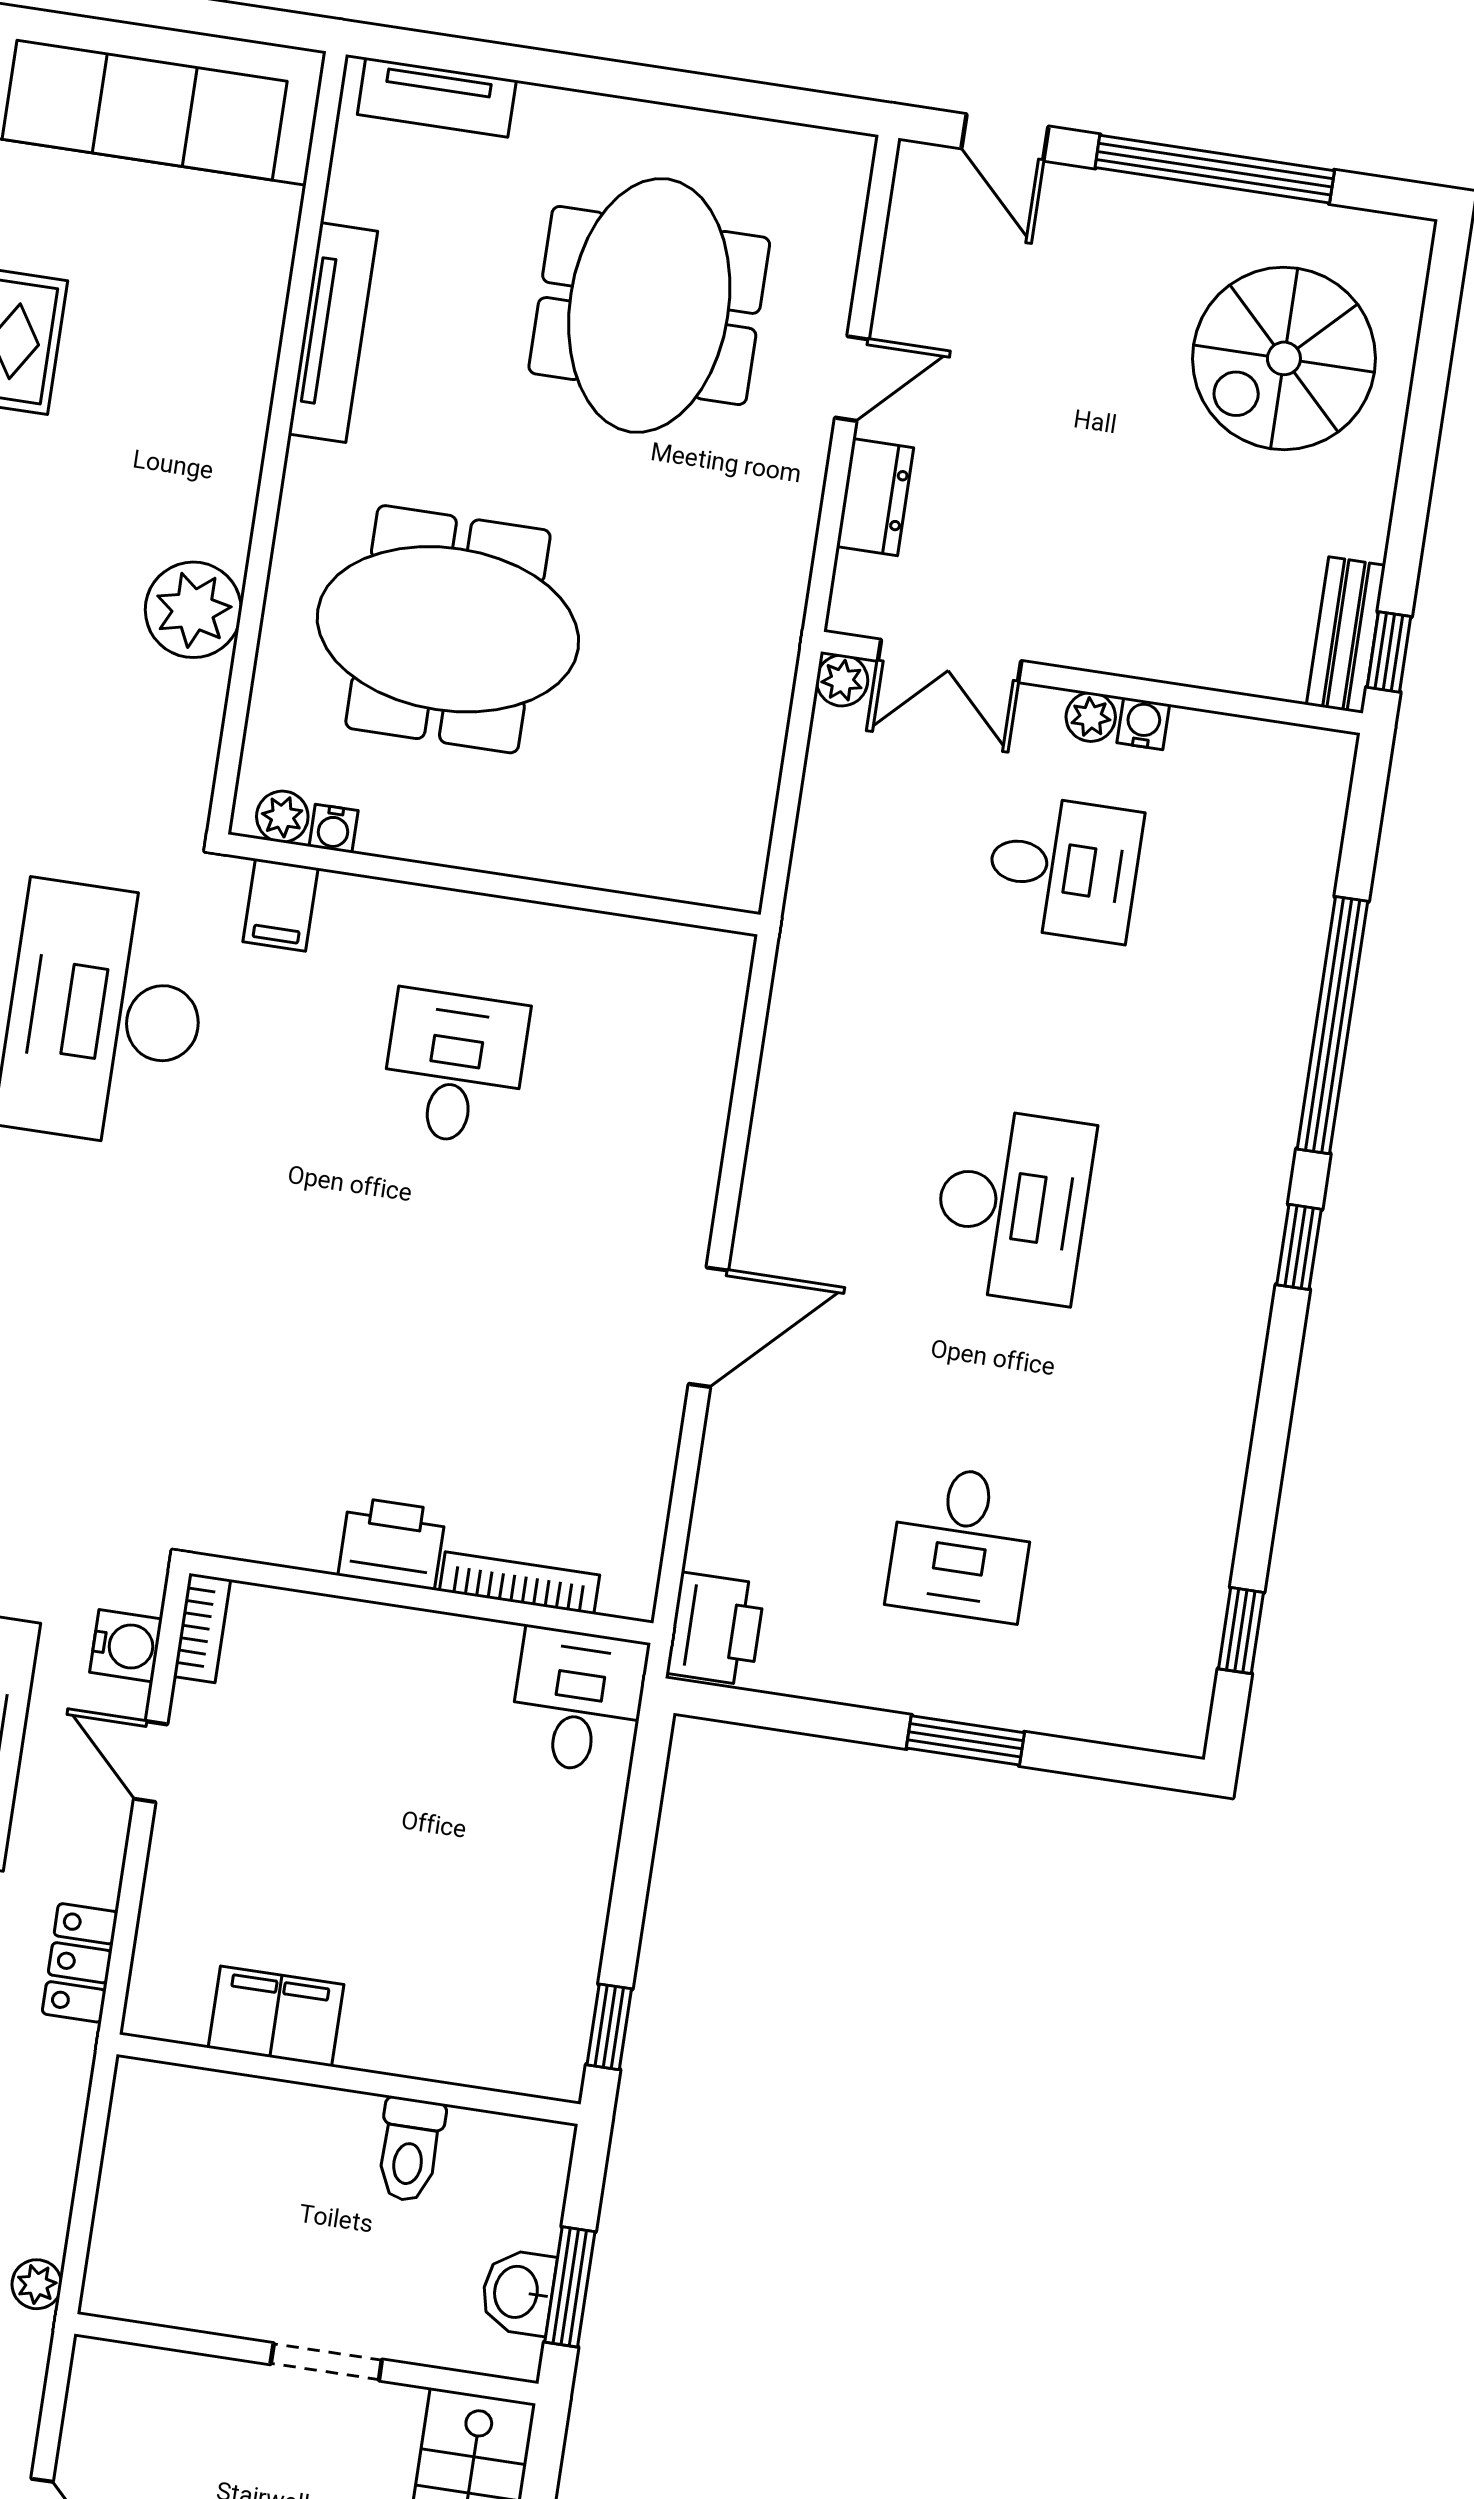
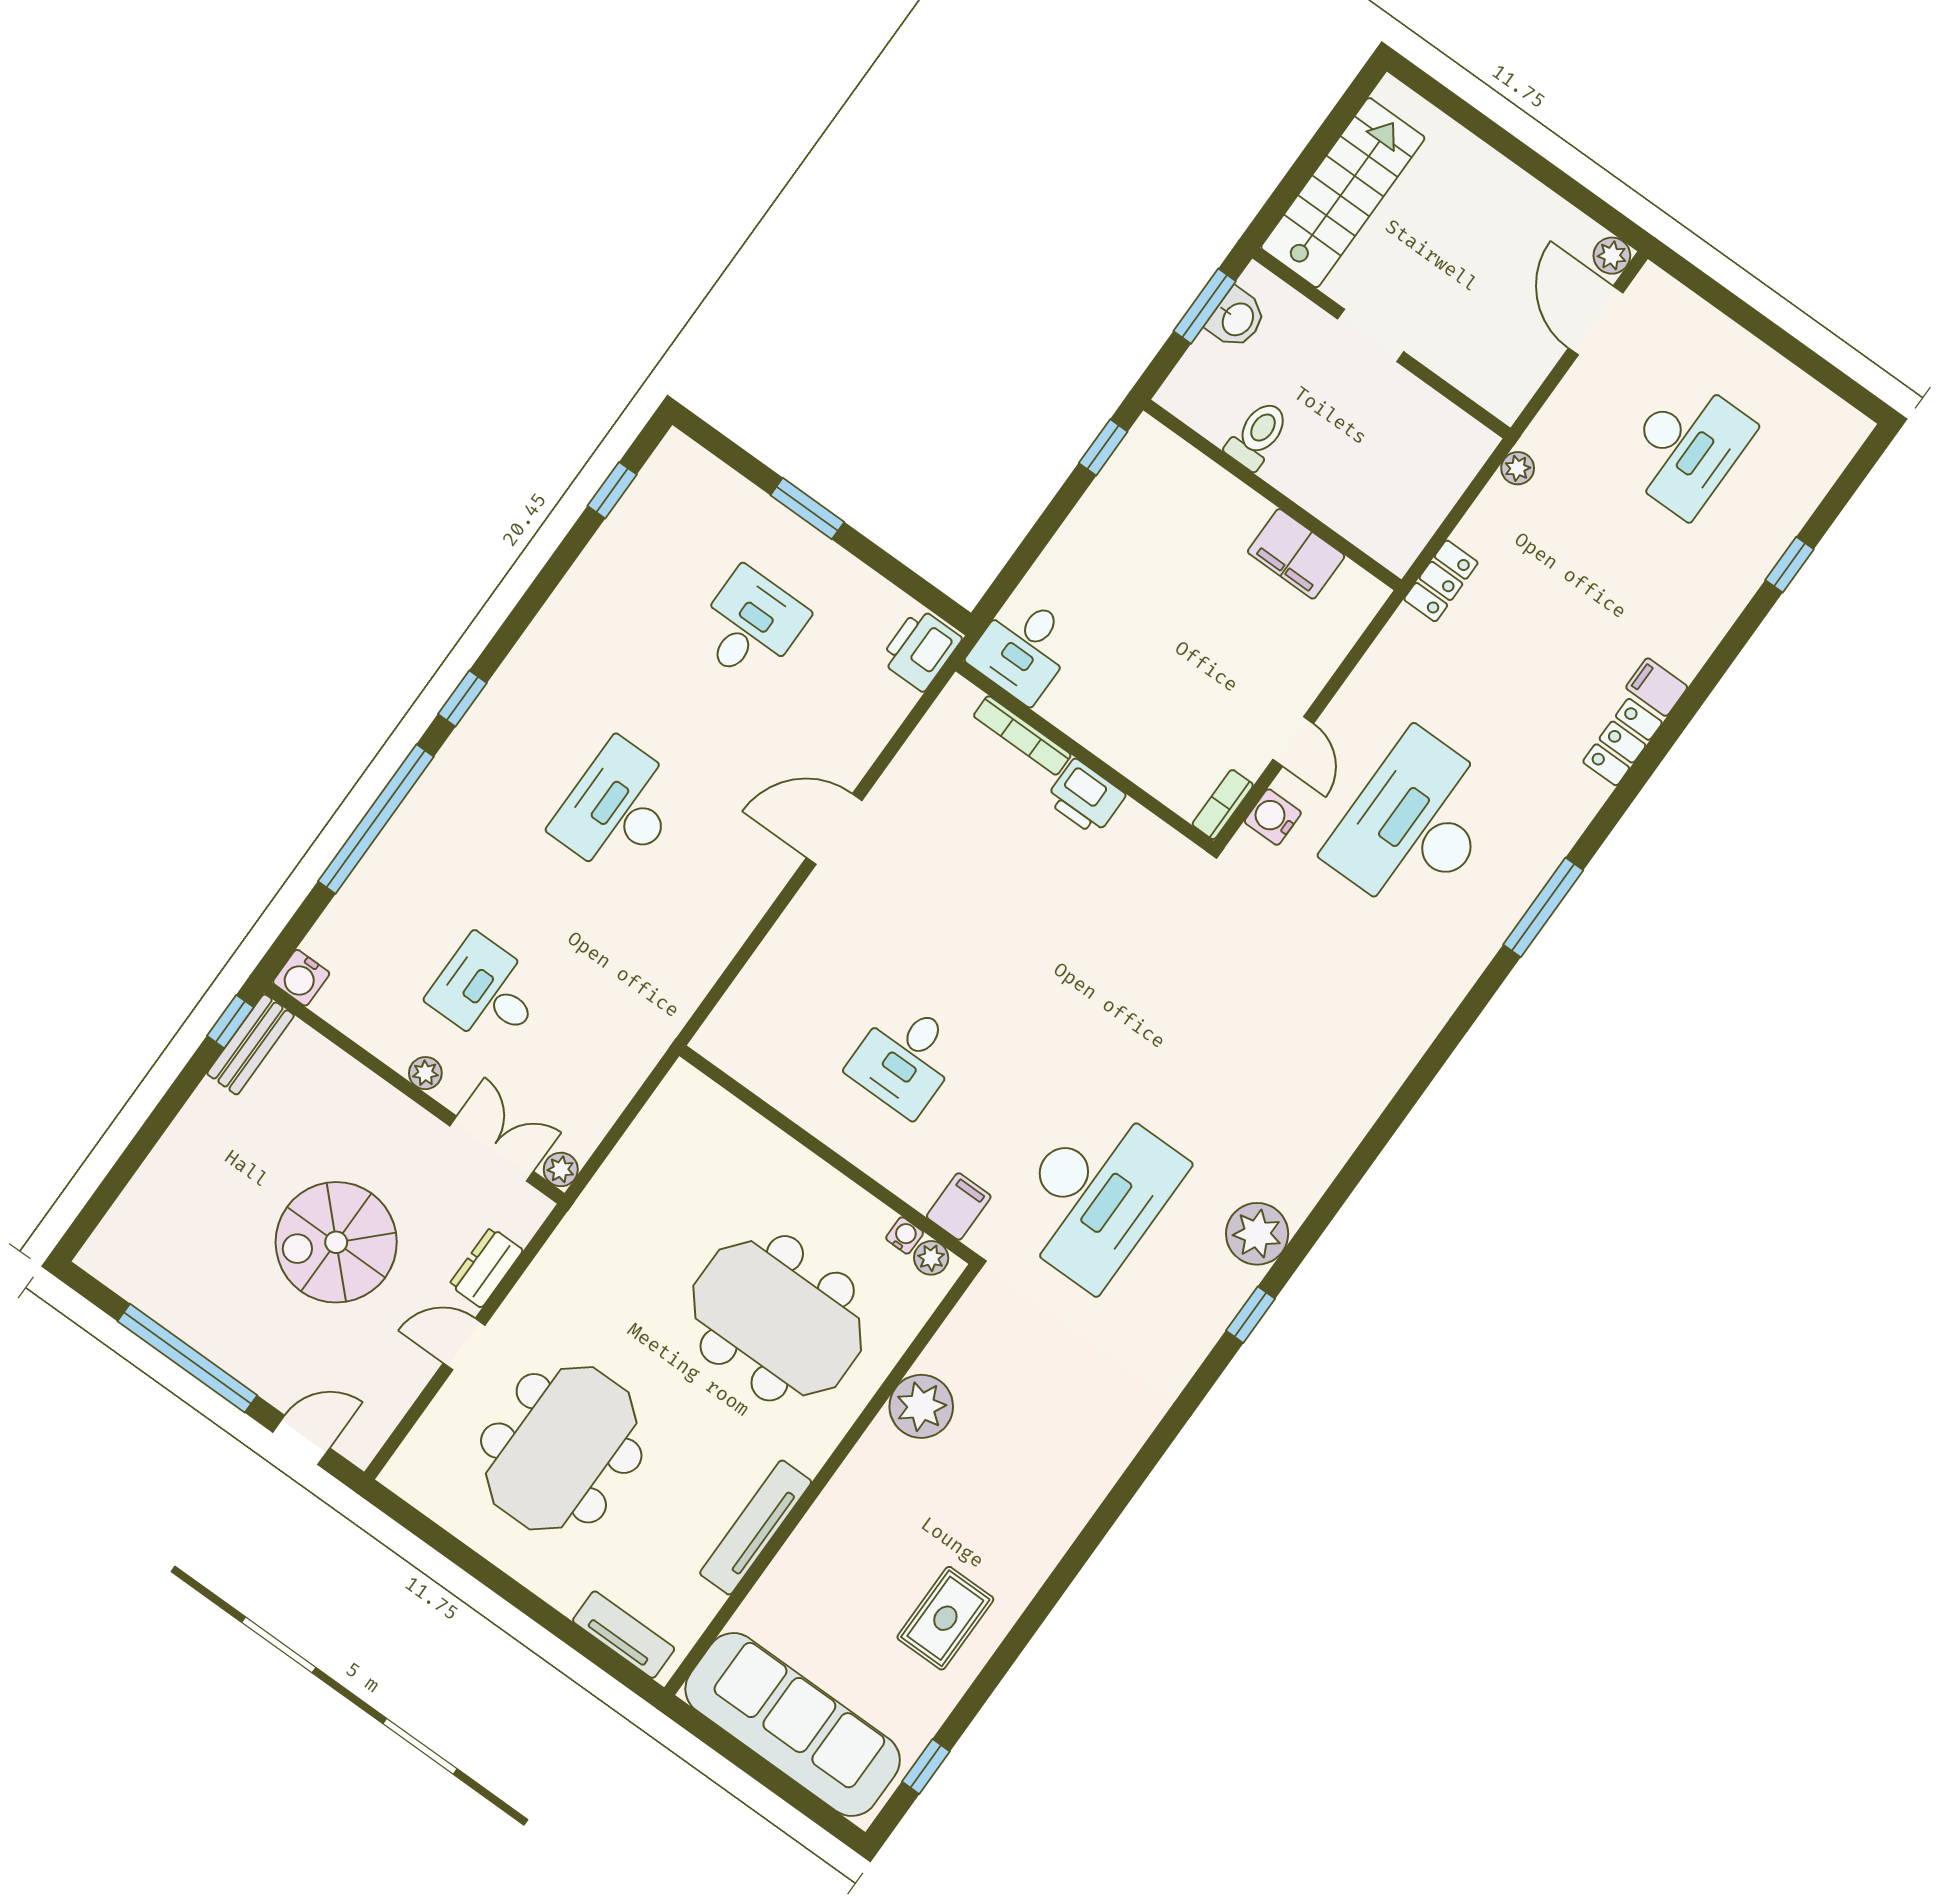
door: (1005, 137) -> (301, 1440), hinge flipped
spiral stairs: (1284, 358) -> (336, 1242), moved, turned 180
water cooler: (1143, 724) -> (301, 978), moved, width x1.38, depth x1.38
locker: (80, 1963) -> (1441, 581), moved

